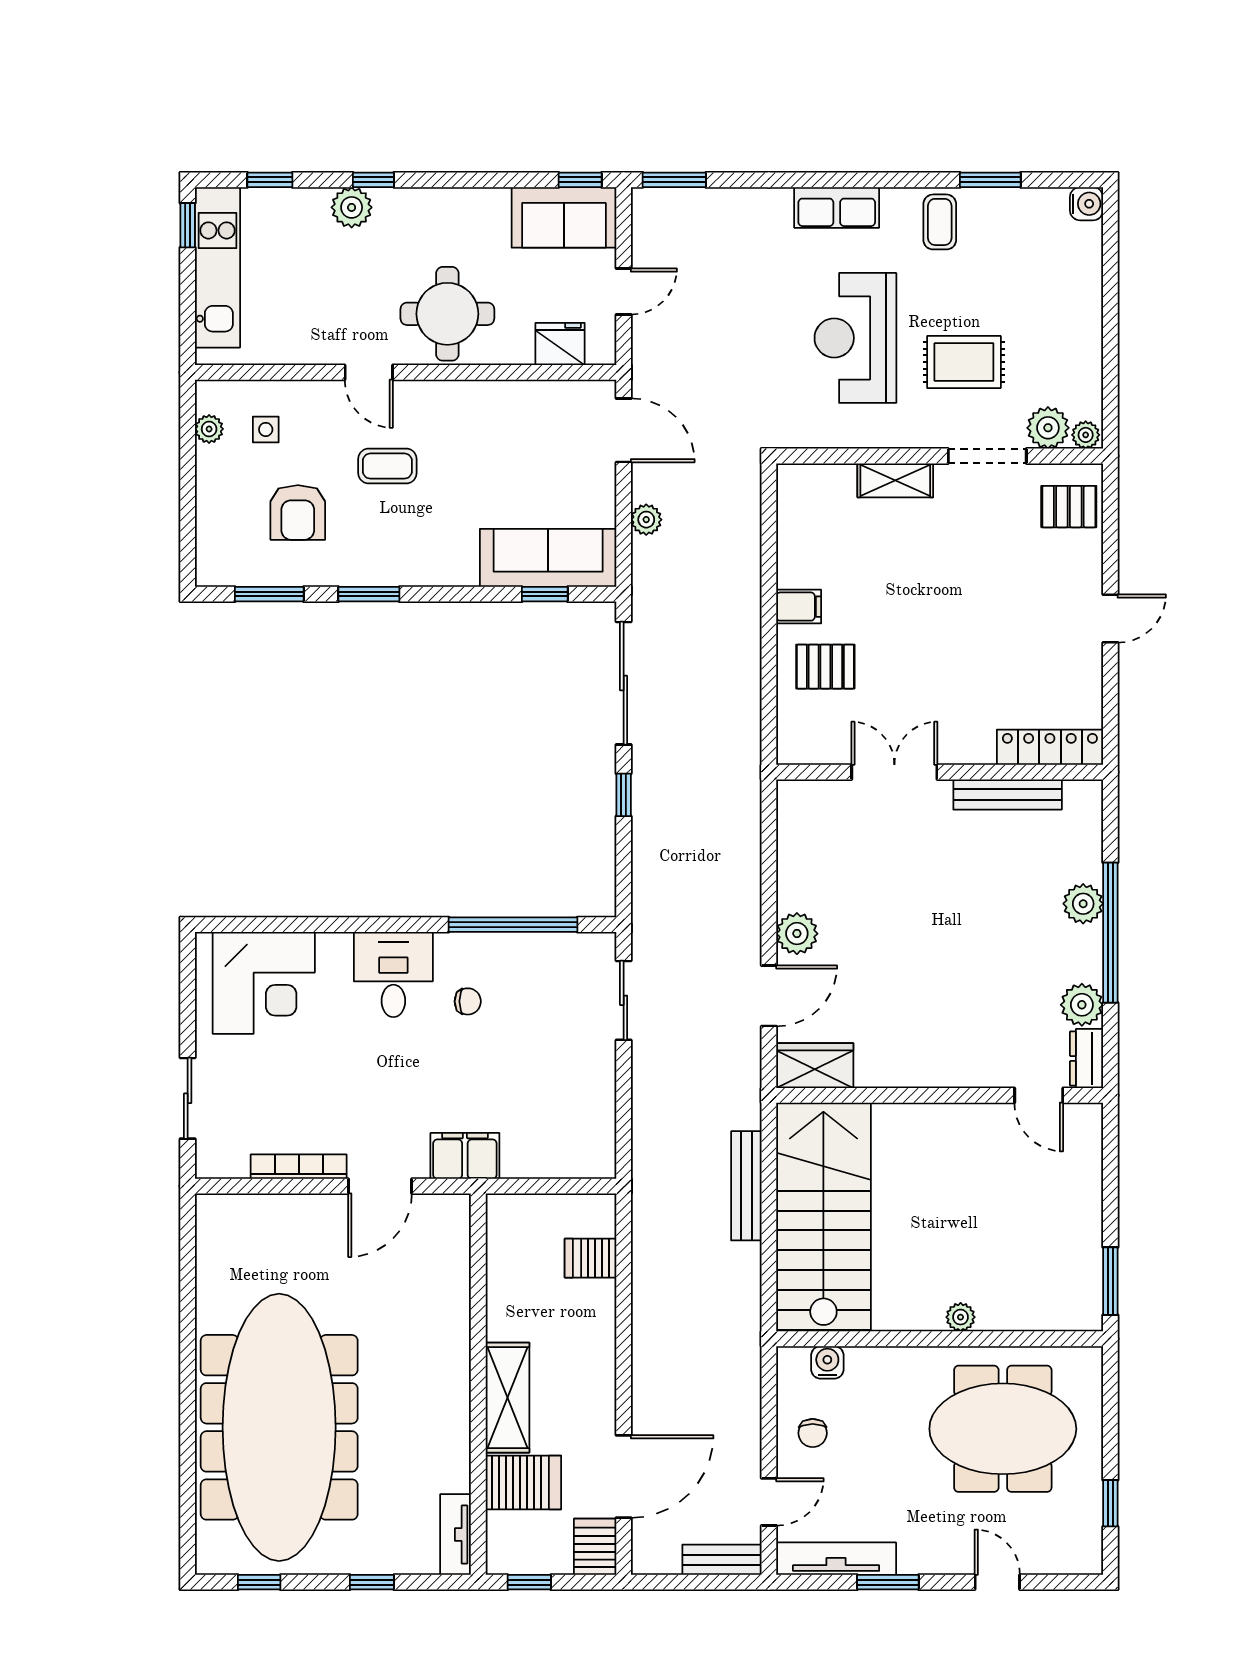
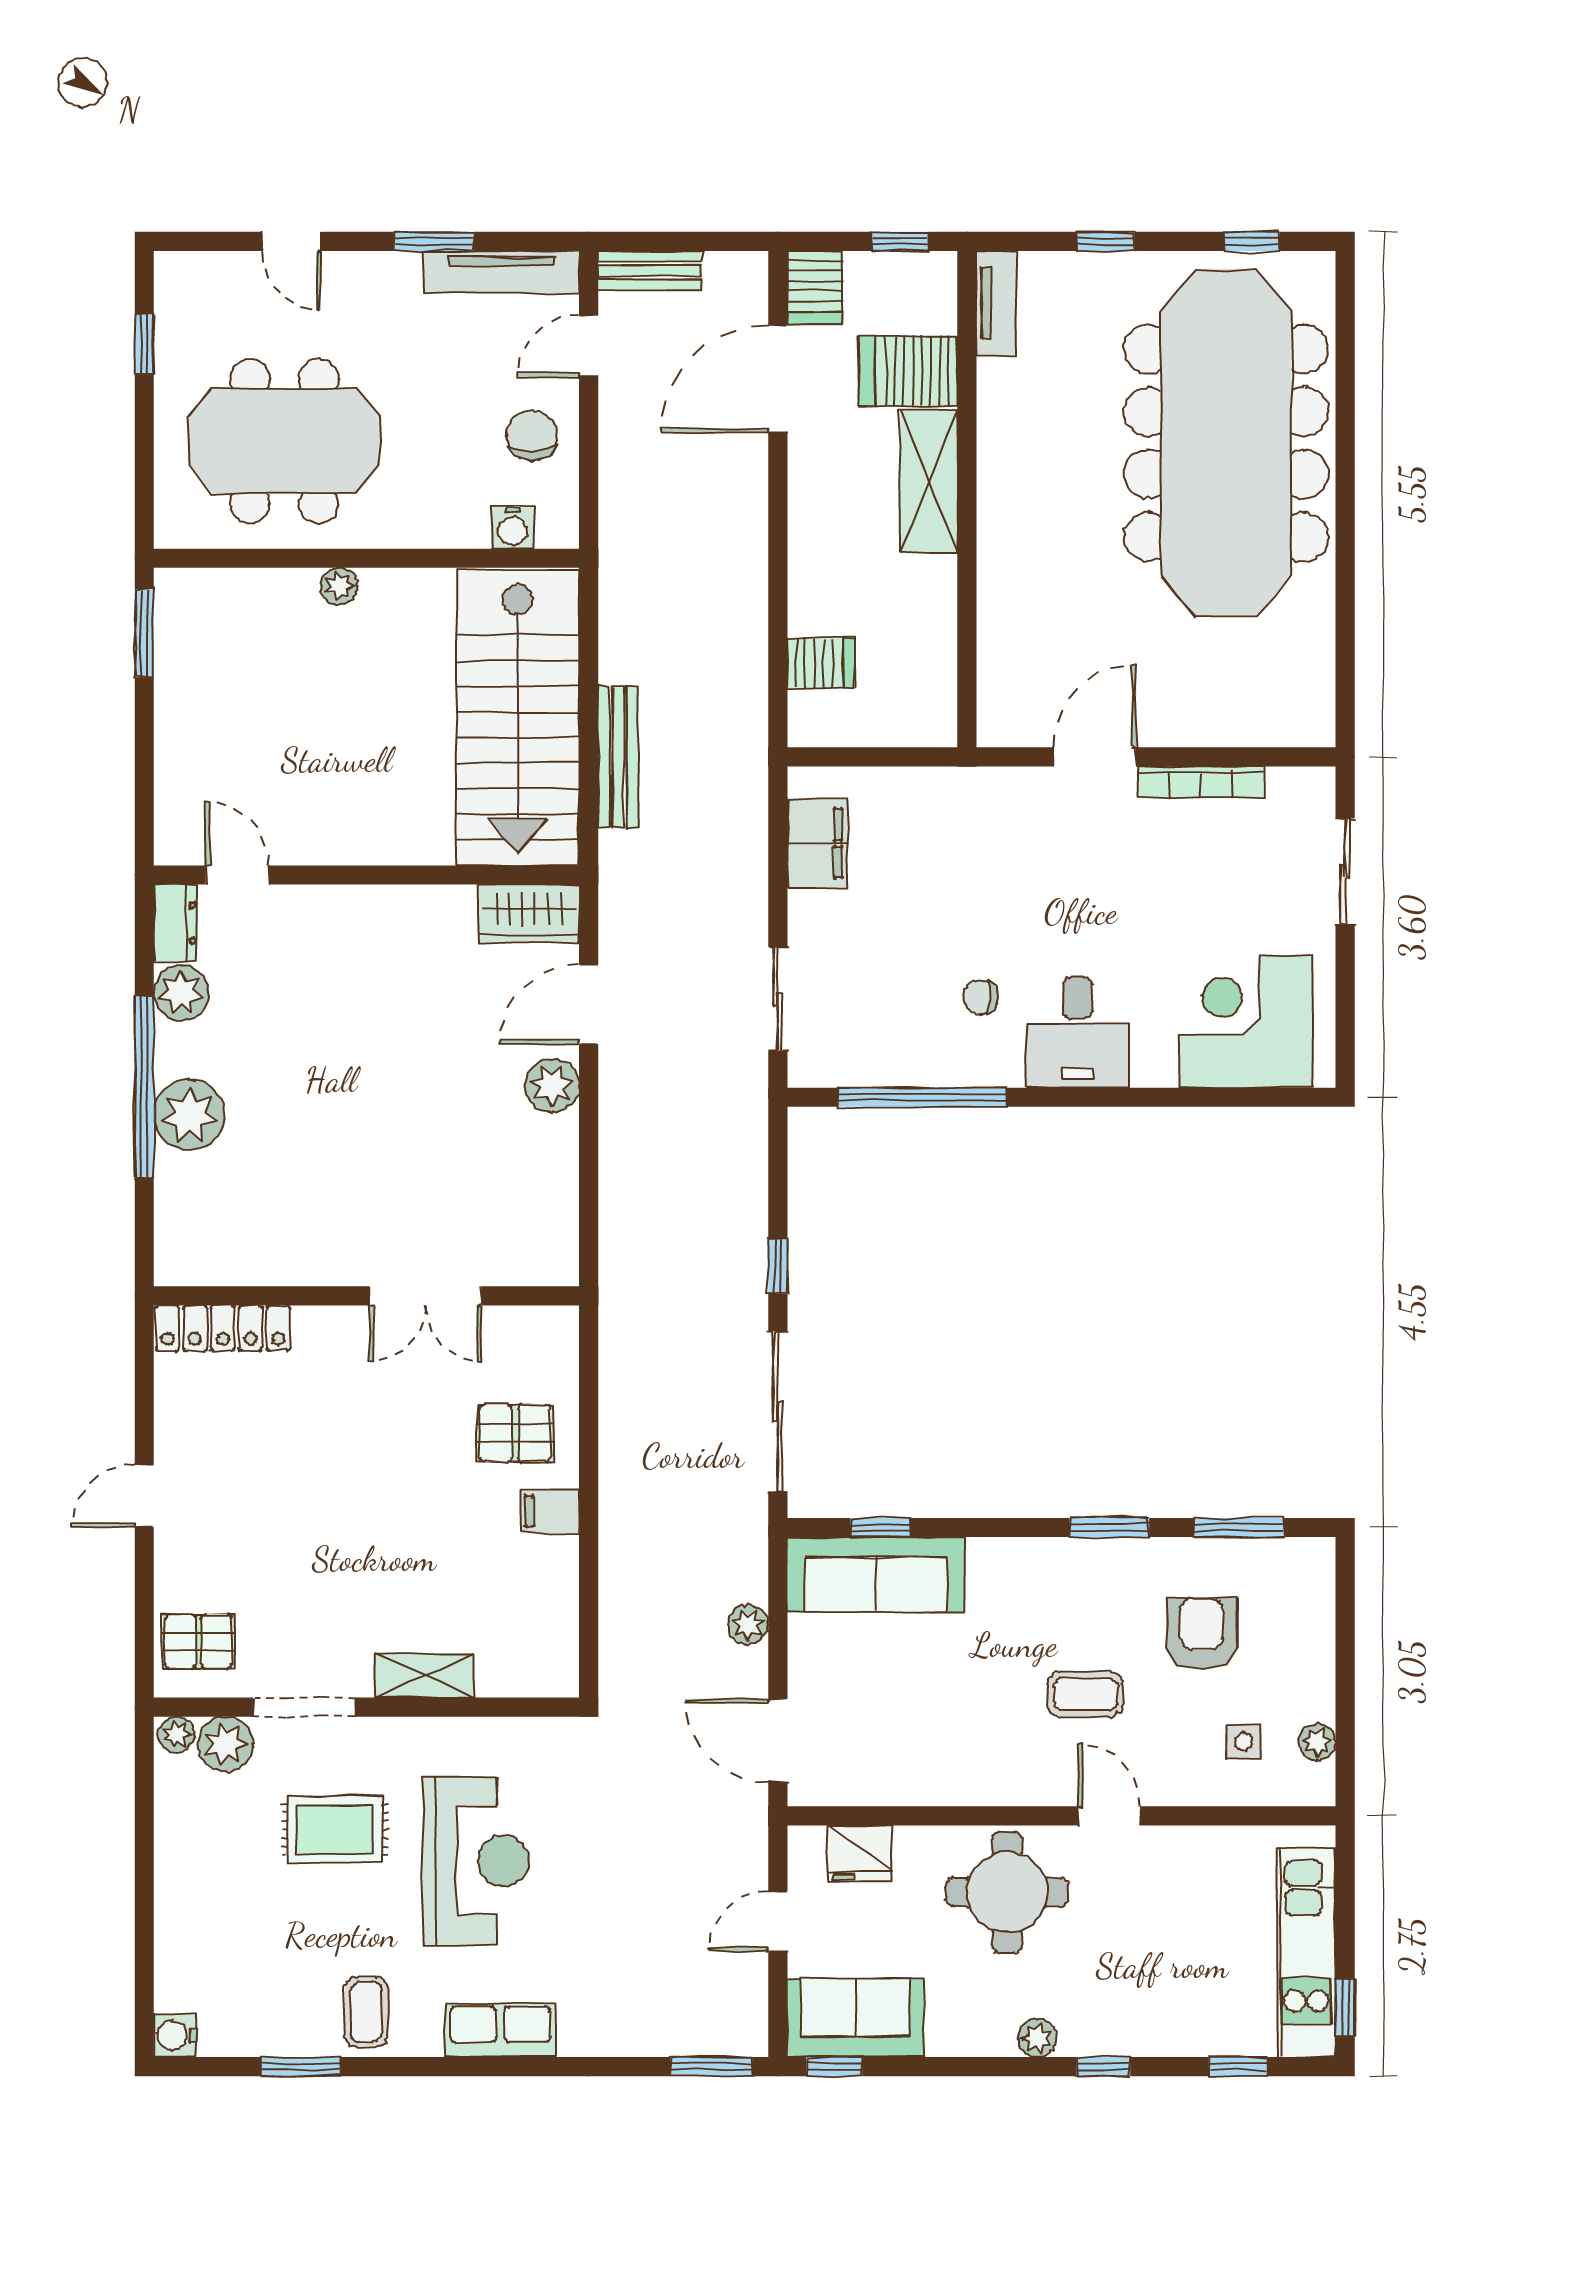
plant: (352, 207) -> (1037, 2038), moved, width x0.73, depth x0.73
bench: (1008, 794) -> (278, 1267), removed
plant: (1083, 904) -> (189, 1115), width x1.36, depth x1.36
filing cabinet: (465, 1156) -> (817, 843), moved, turned -90
chair: (813, 1433) -> (532, 436), width x1.37, depth x1.37

